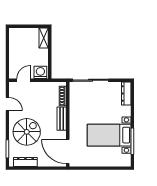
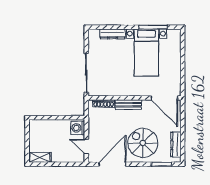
shelving: (44, 38) -> (40, 157), moved
dresser: (126, 94) -> (113, 34), moved
door: (7, 104) -> (112, 164), width x1.87
door: (68, 151) -> (164, 98), hinge flipped

